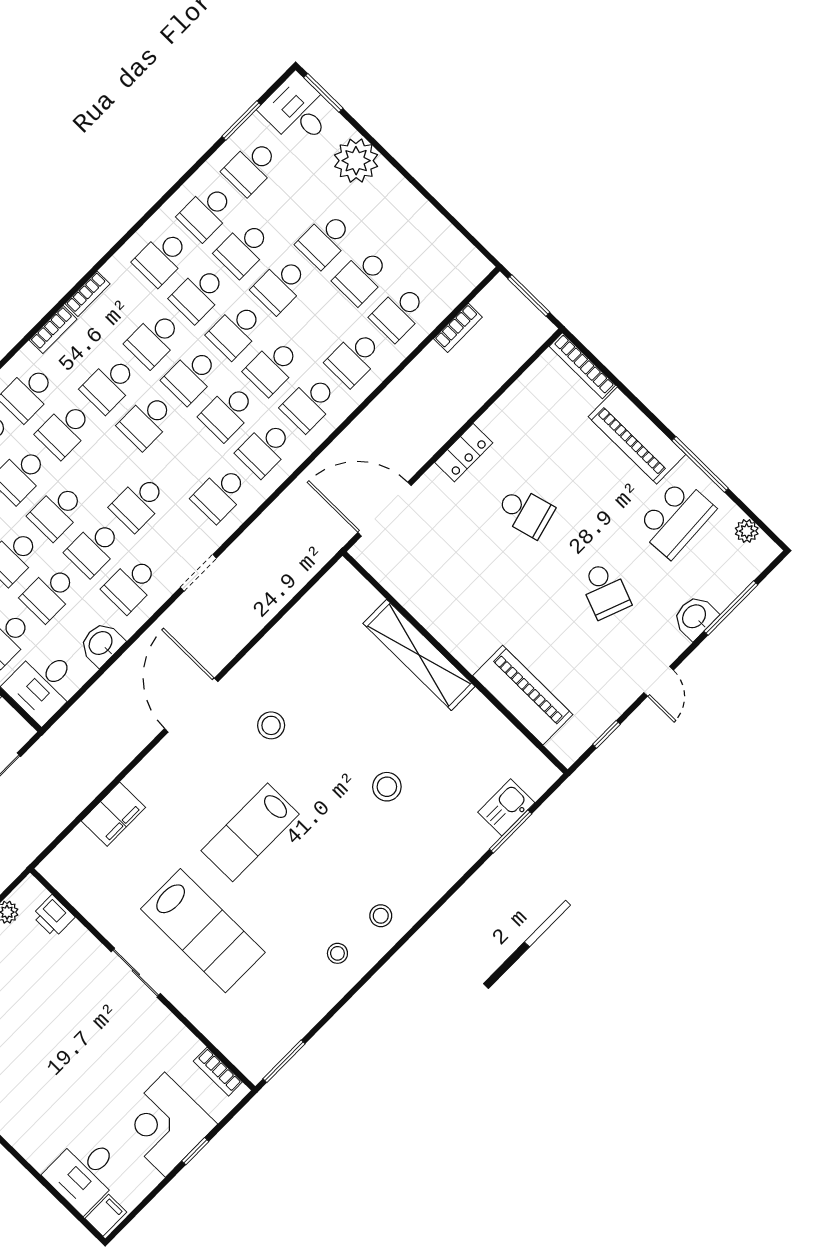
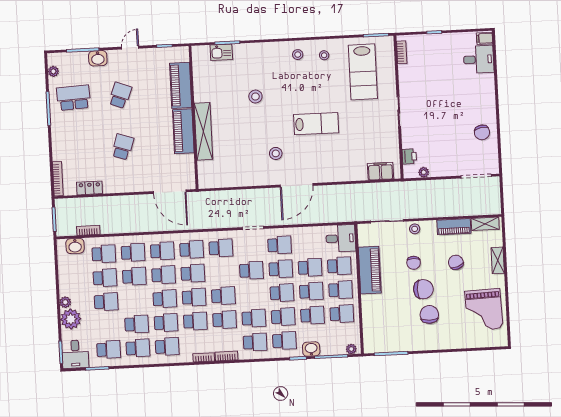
plant: (389, 179) -> (65, 302), added
school desk: (280, 285) -> (134, 276), moved
piano: (637, 436) -> (183, 131), moved, turned 180
locker: (464, 453) -> (90, 188), moved
school desk: (525, 512) -> (123, 147), turned 33
washbasin: (101, 644) -> (75, 246), moved
filing cabinet: (113, 814) -> (380, 171), moved
lab bench: (203, 931) -> (363, 72), moved, turned 180
corner desk: (165, 1125) -> (436, 51), removed

